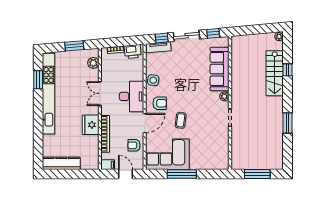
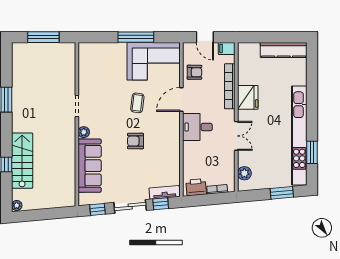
window: (74, 46) -> (282, 193), moved
side table: (153, 80) -> (171, 152), removed
desk: (132, 96) -> (197, 127), width x0.73
armchair: (160, 103) -> (135, 141), moved

